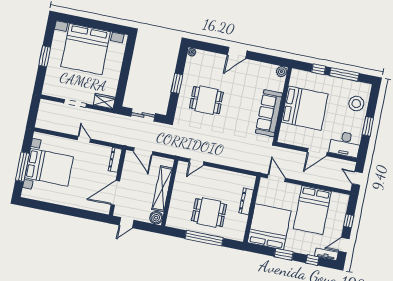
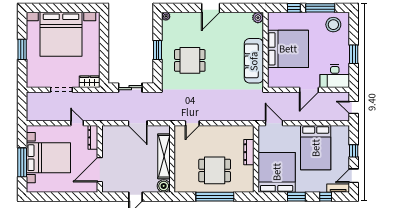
stool: (356, 104) -> (333, 25), moved
dresser: (115, 160) -> (93, 137), moved
wall: (117, 182) -> (100, 159), moved
door: (115, 193) -> (100, 170), moved

